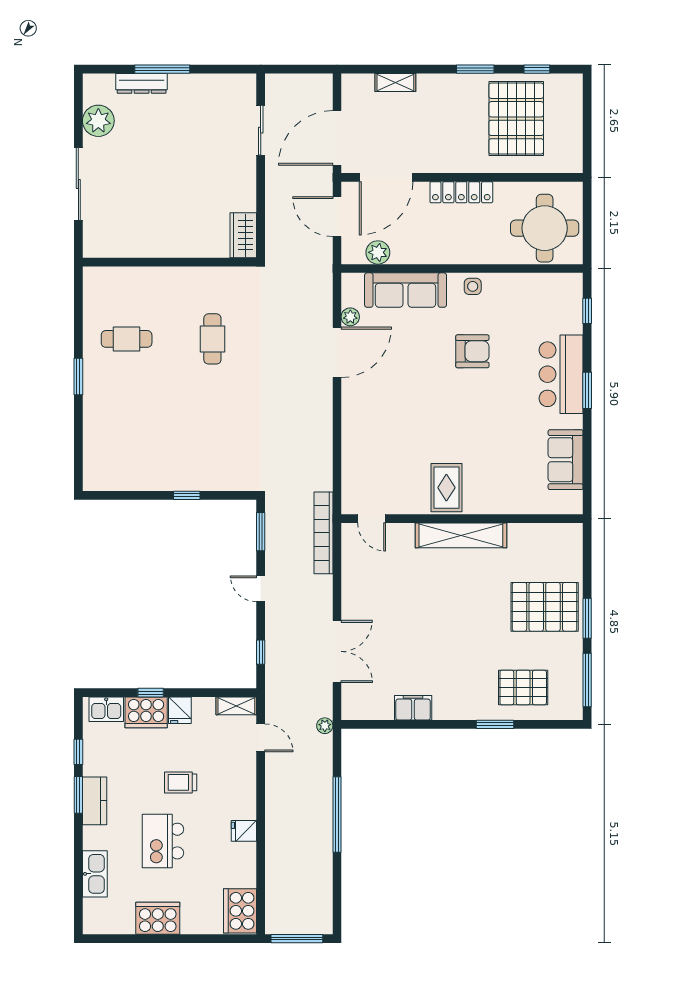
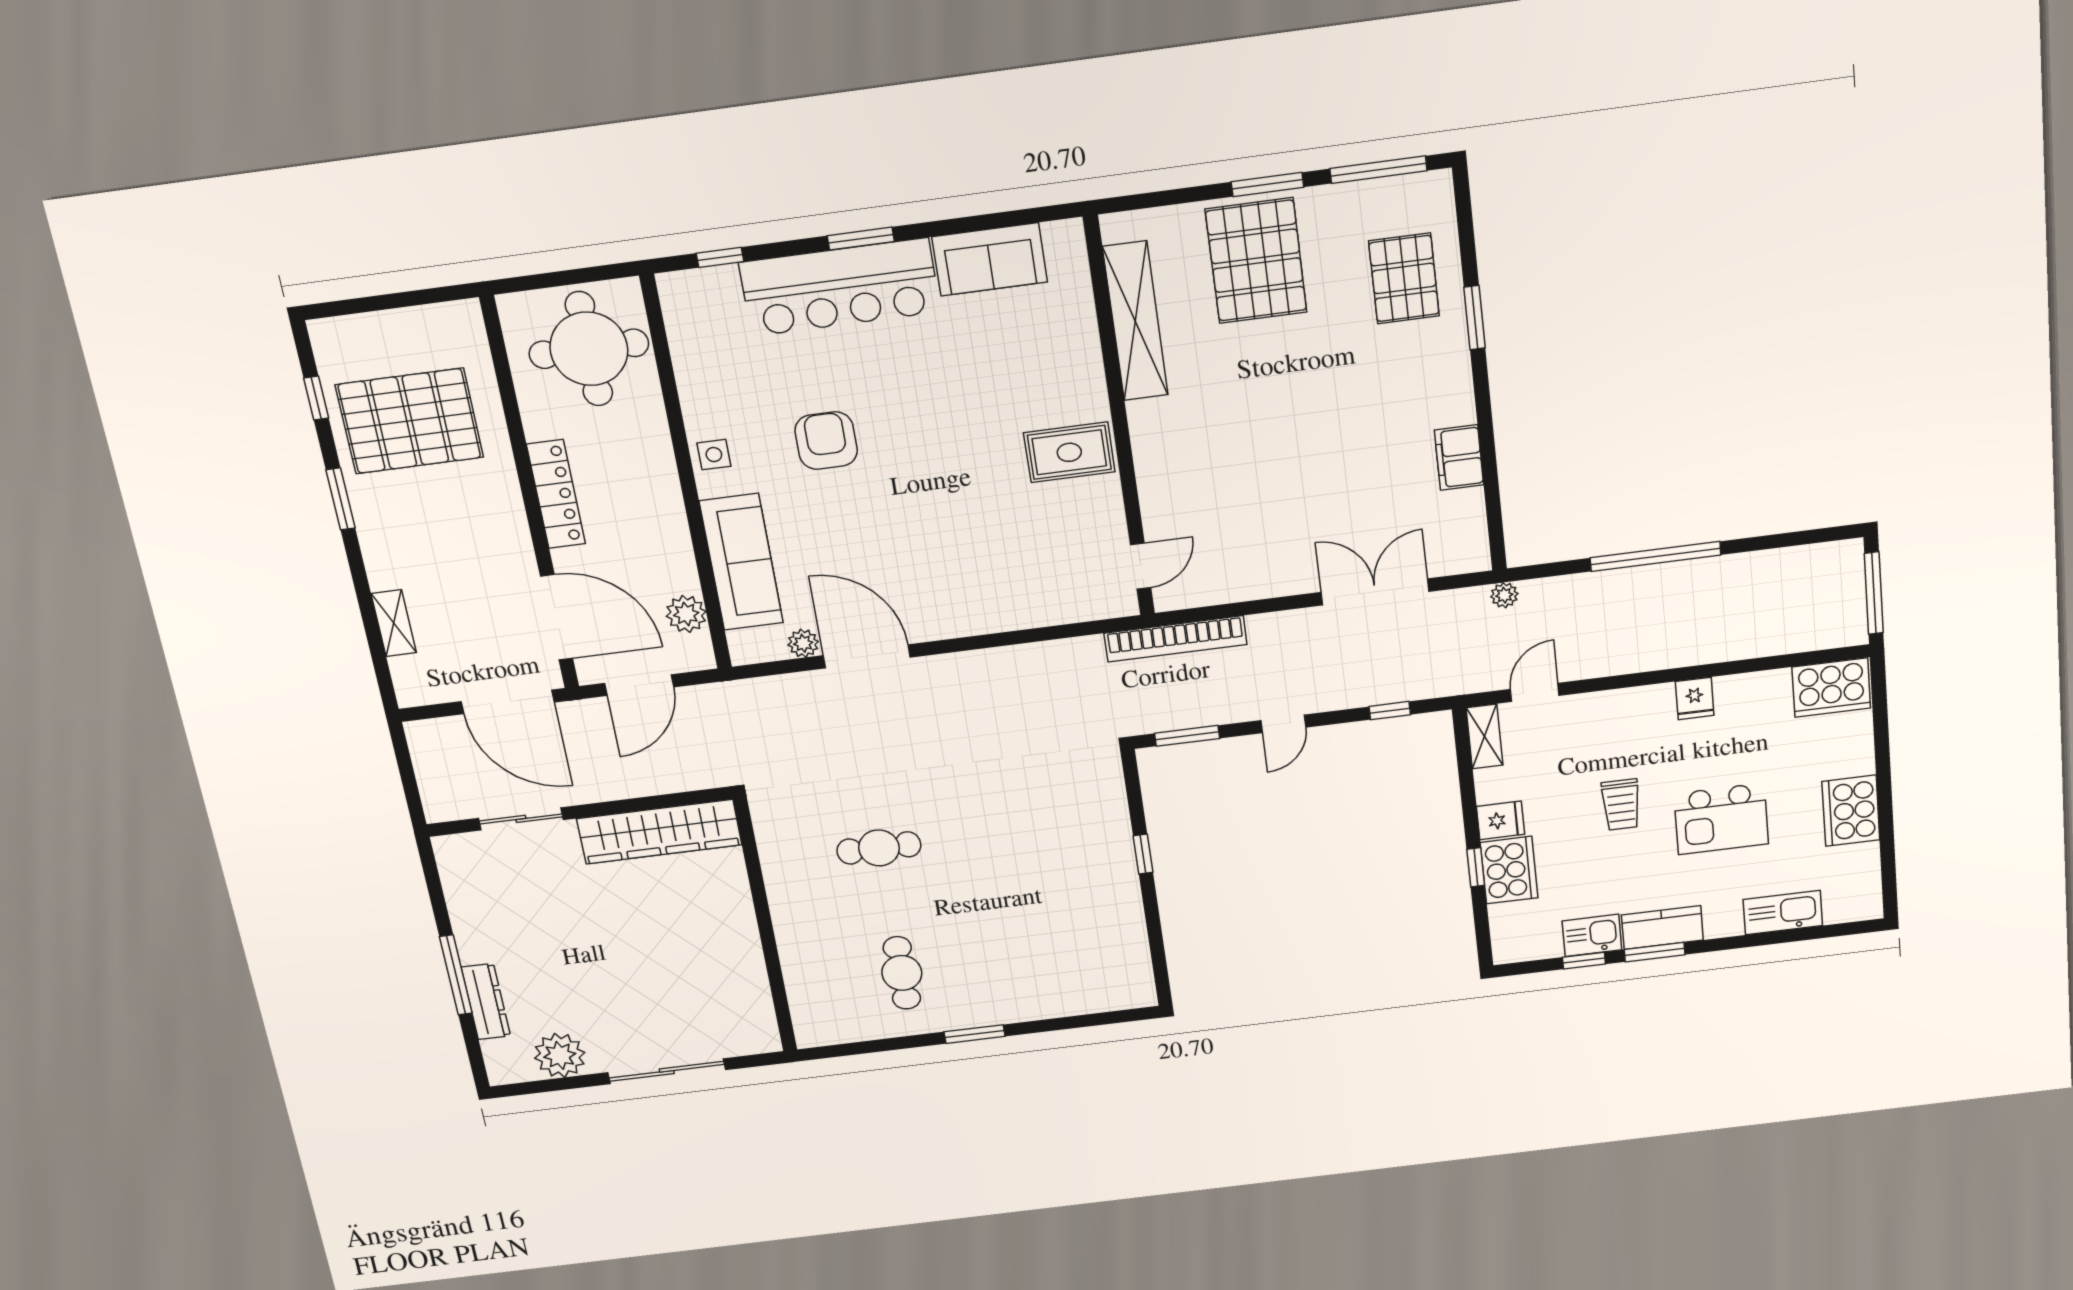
wardrobe: (243, 235) -> (659, 832), width x2.10, depth x1.17
bar counter: (561, 374) -> (840, 287), width x1.36
shelving: (461, 535) -> (1135, 321), moved
kitchen sink: (106, 709) -> (1592, 935), moved, turned -90

